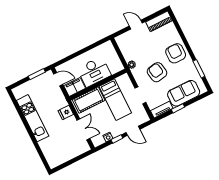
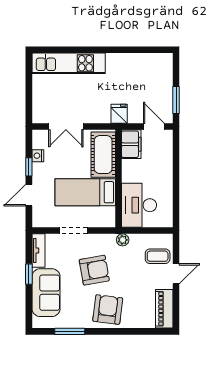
coffee table: (131, 40) -> (158, 256), added
armchair: (176, 53) -> (108, 310), turned -83
desk: (94, 72) -> (139, 205), moved
door: (58, 79) -> (154, 127), swing flipped
fridge: (66, 112) -> (119, 114), moved
kitchen unit: (33, 118) -> (69, 63), moved

